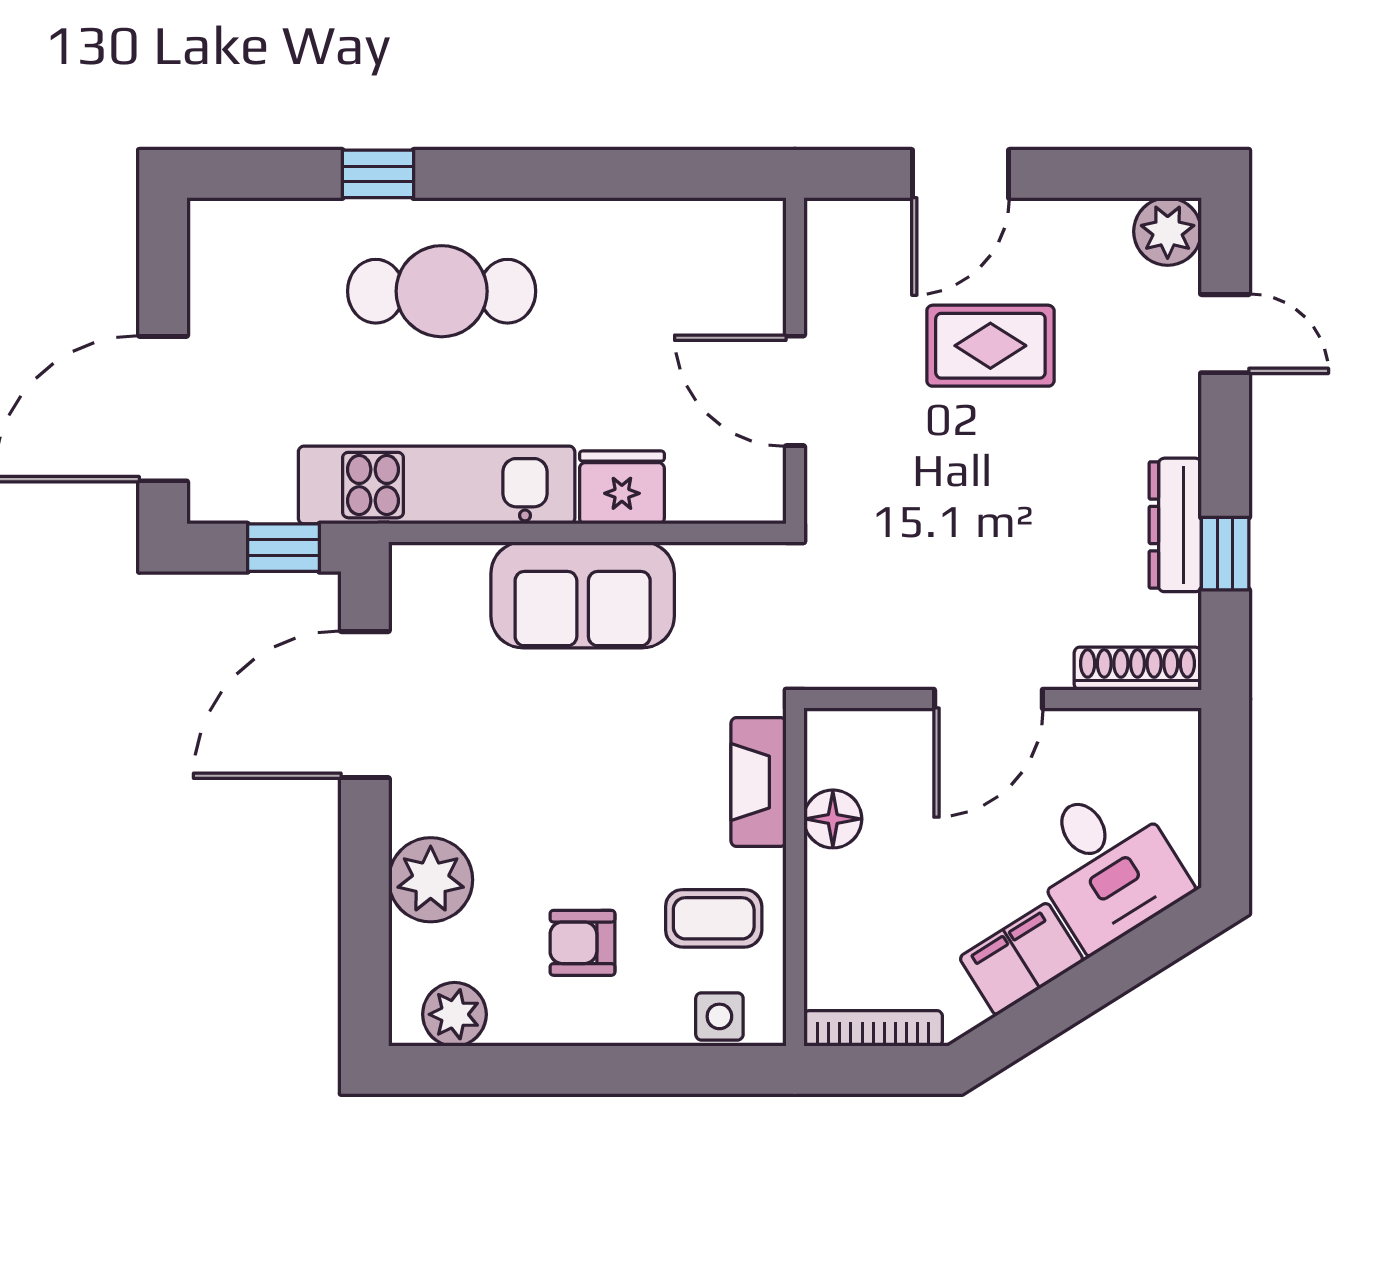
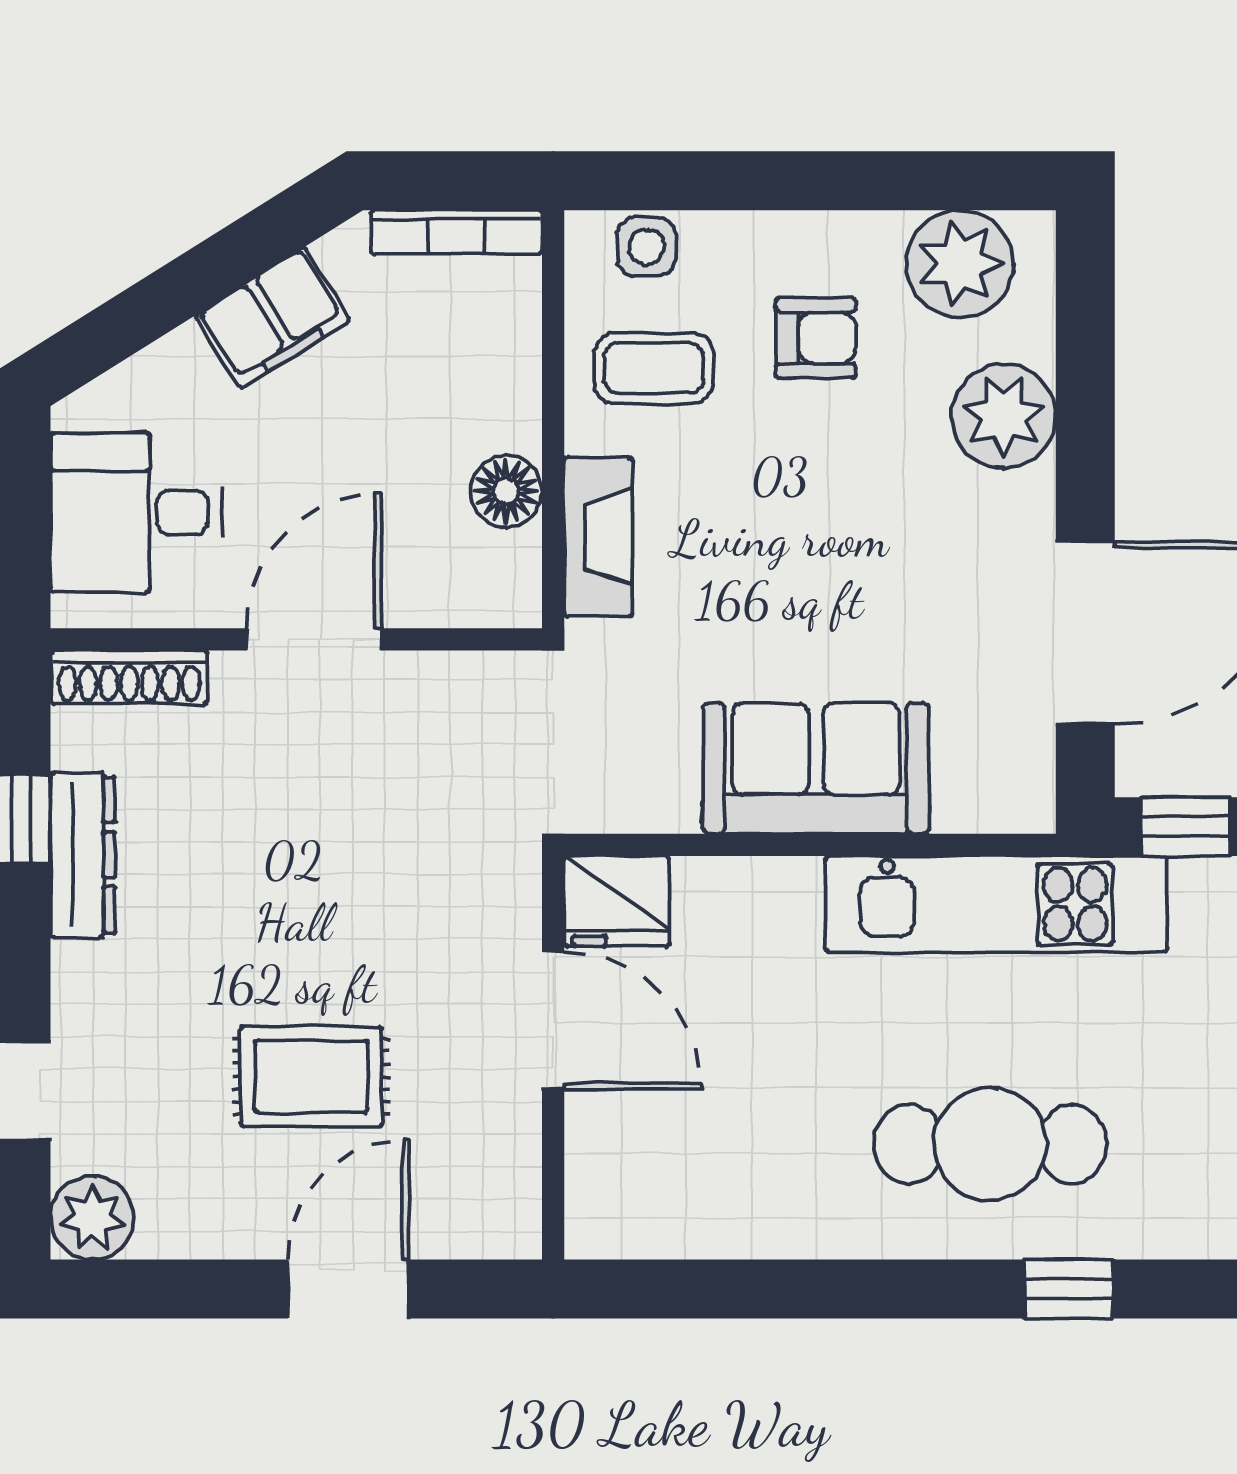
fridge: (622, 487) -> (617, 901), moved
desk: (1106, 865) -> (136, 512), moved, turned -58
plant: (454, 1014) -> (960, 264), width x1.36, depth x1.36

